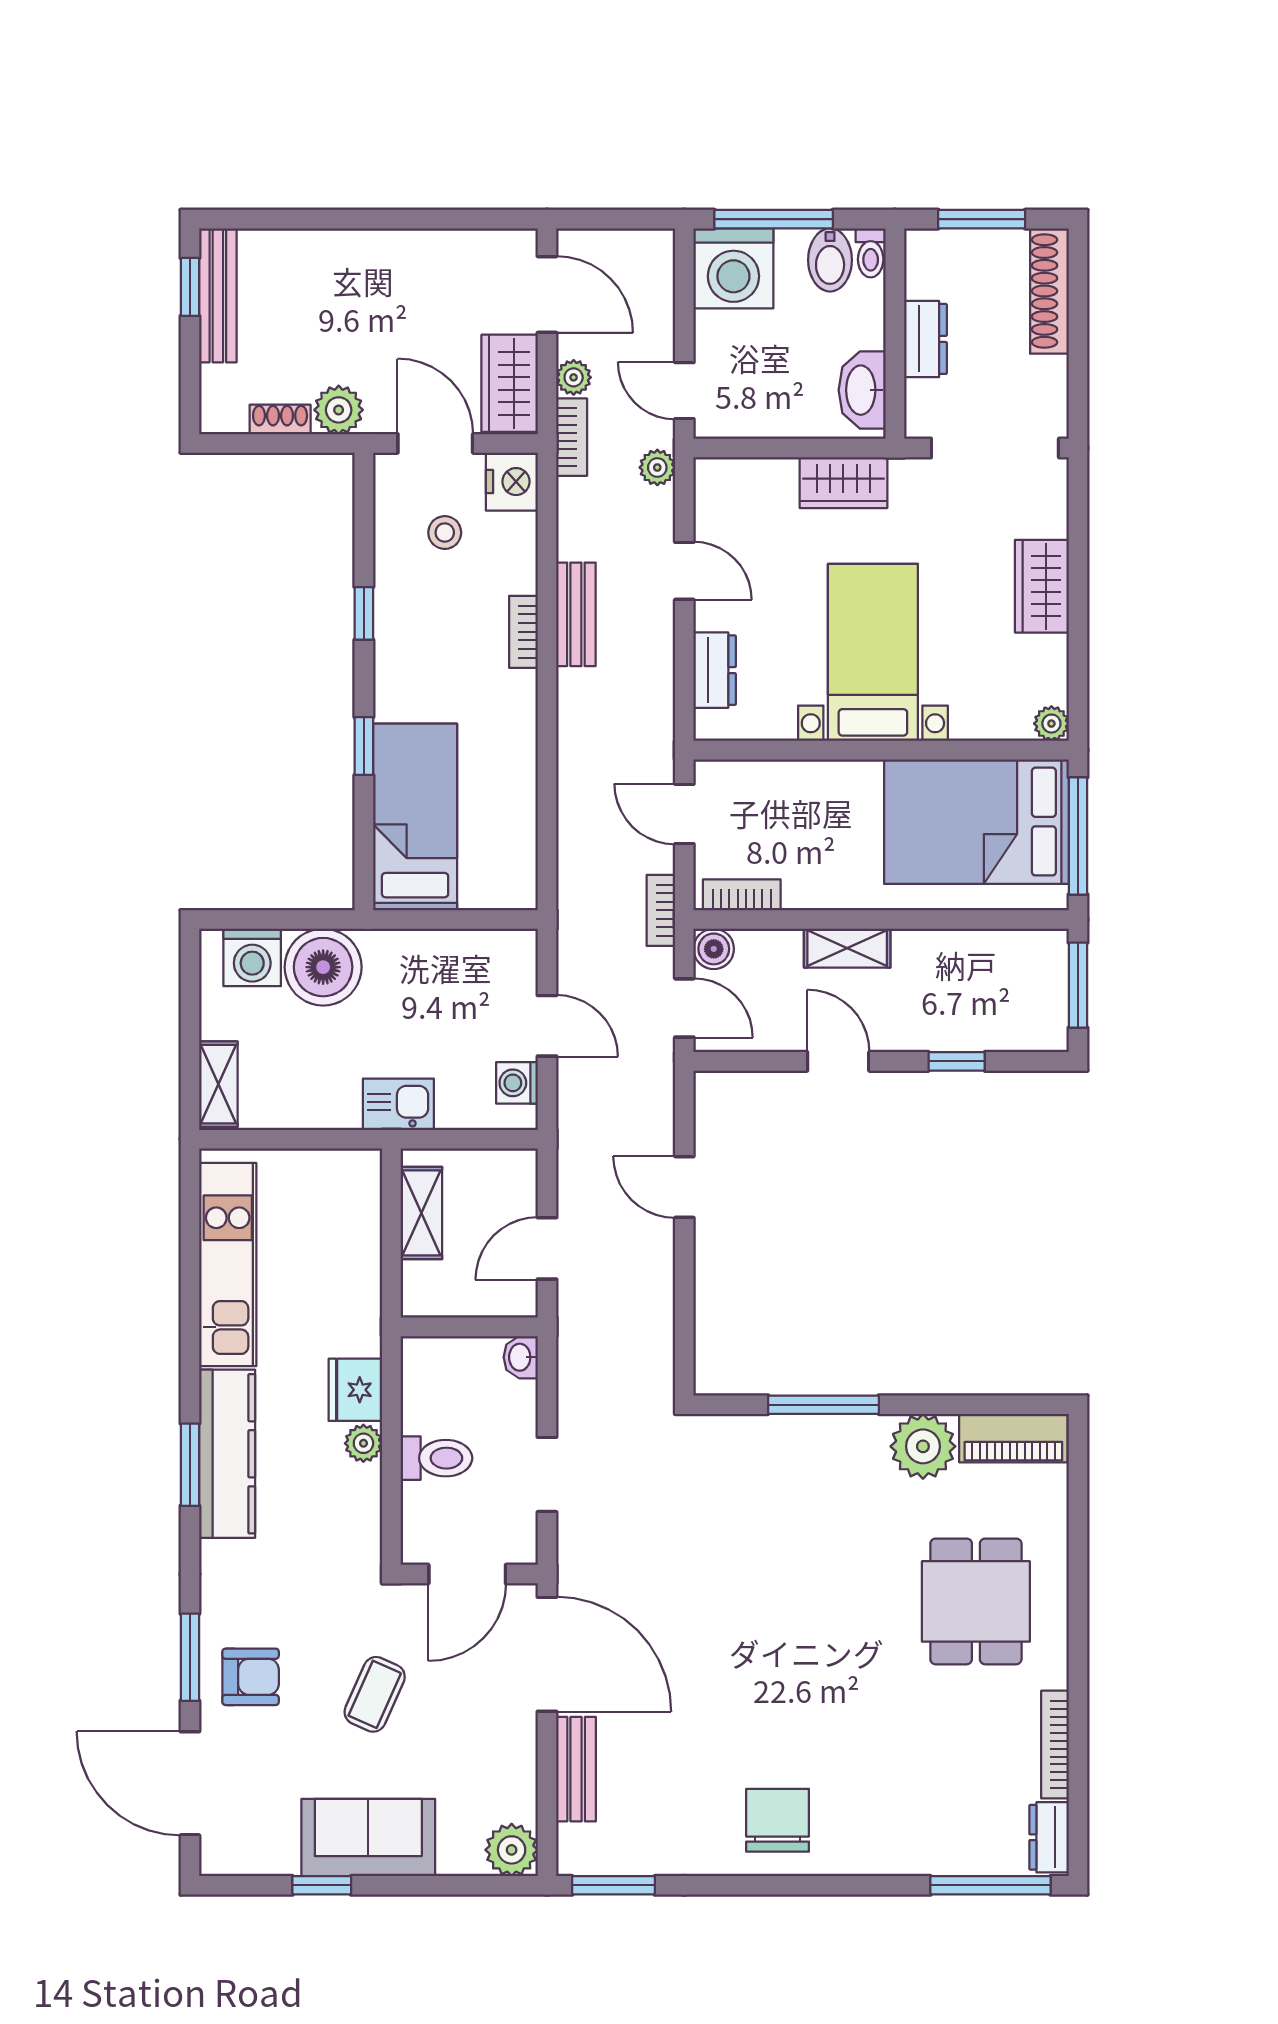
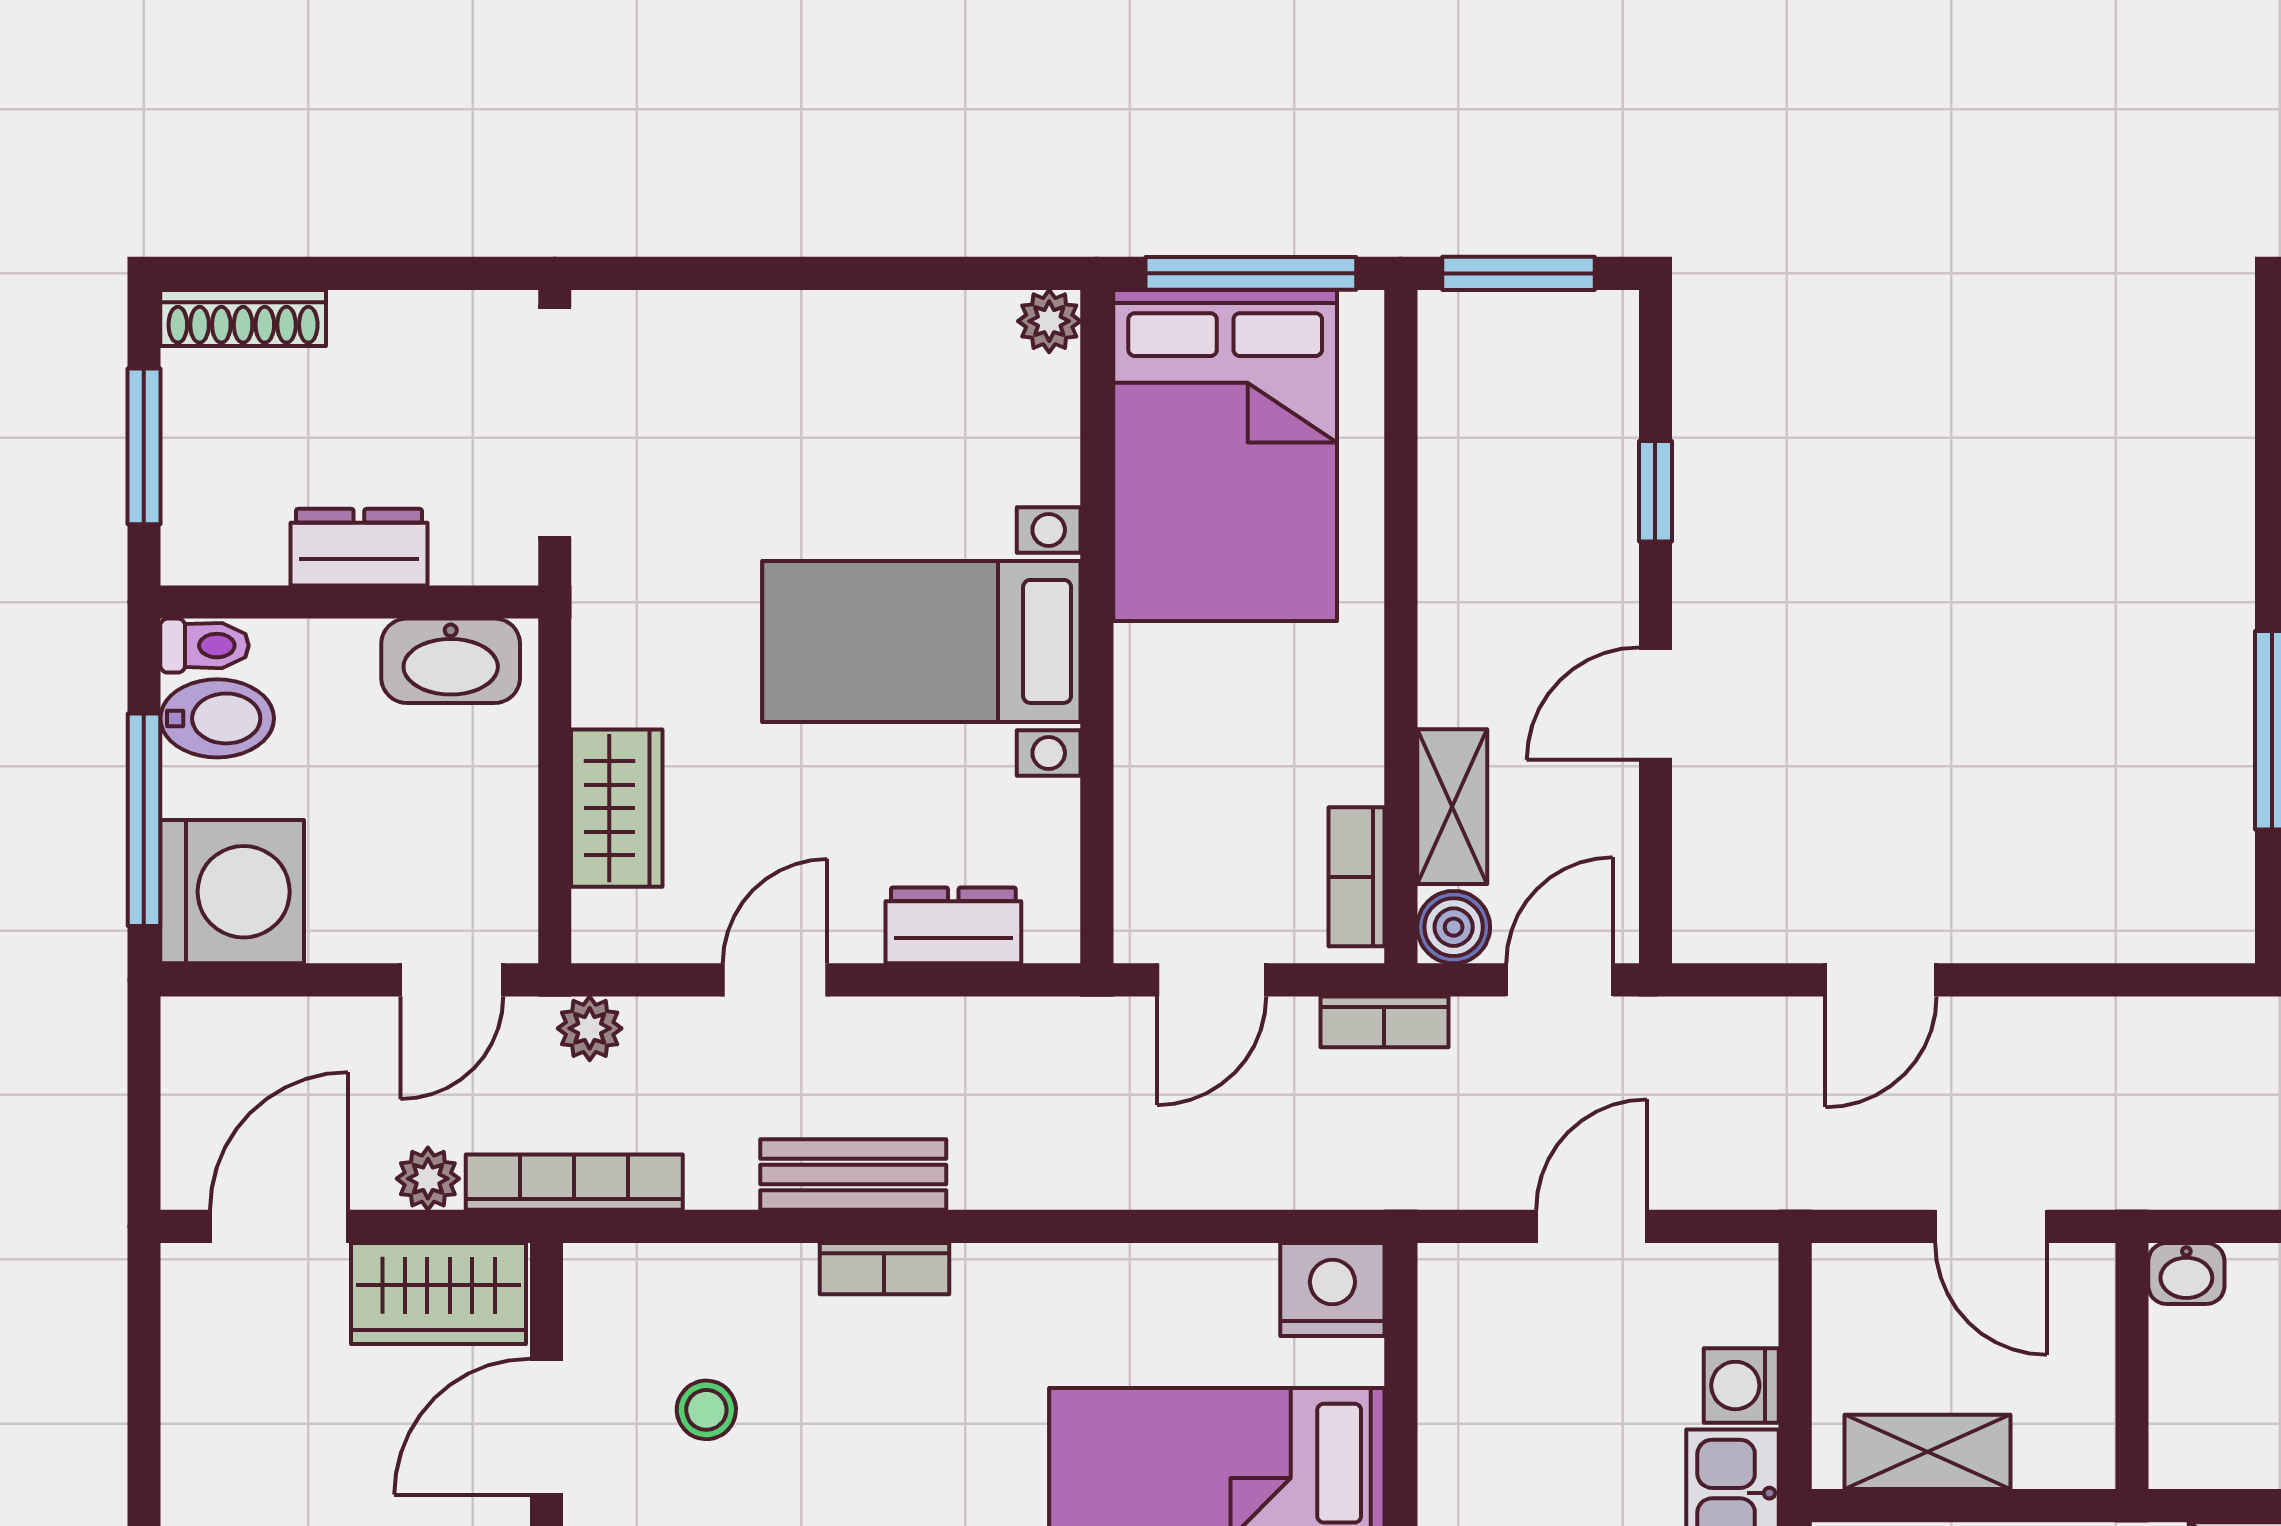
shoe rack: (1049, 291) -> (243, 318), width x0.74, depth x0.81
bookcase: (572, 437) -> (574, 1182), width x1.56
nightstand: (512, 482) -> (1332, 1289), moved
wardrobe: (843, 483) -> (617, 808), moved
wardrobe: (1042, 586) -> (803, 338), removed
shelving: (847, 948) -> (1452, 807), moved
washing machine: (517, 1083) -> (1741, 1385), moved, turned 90

